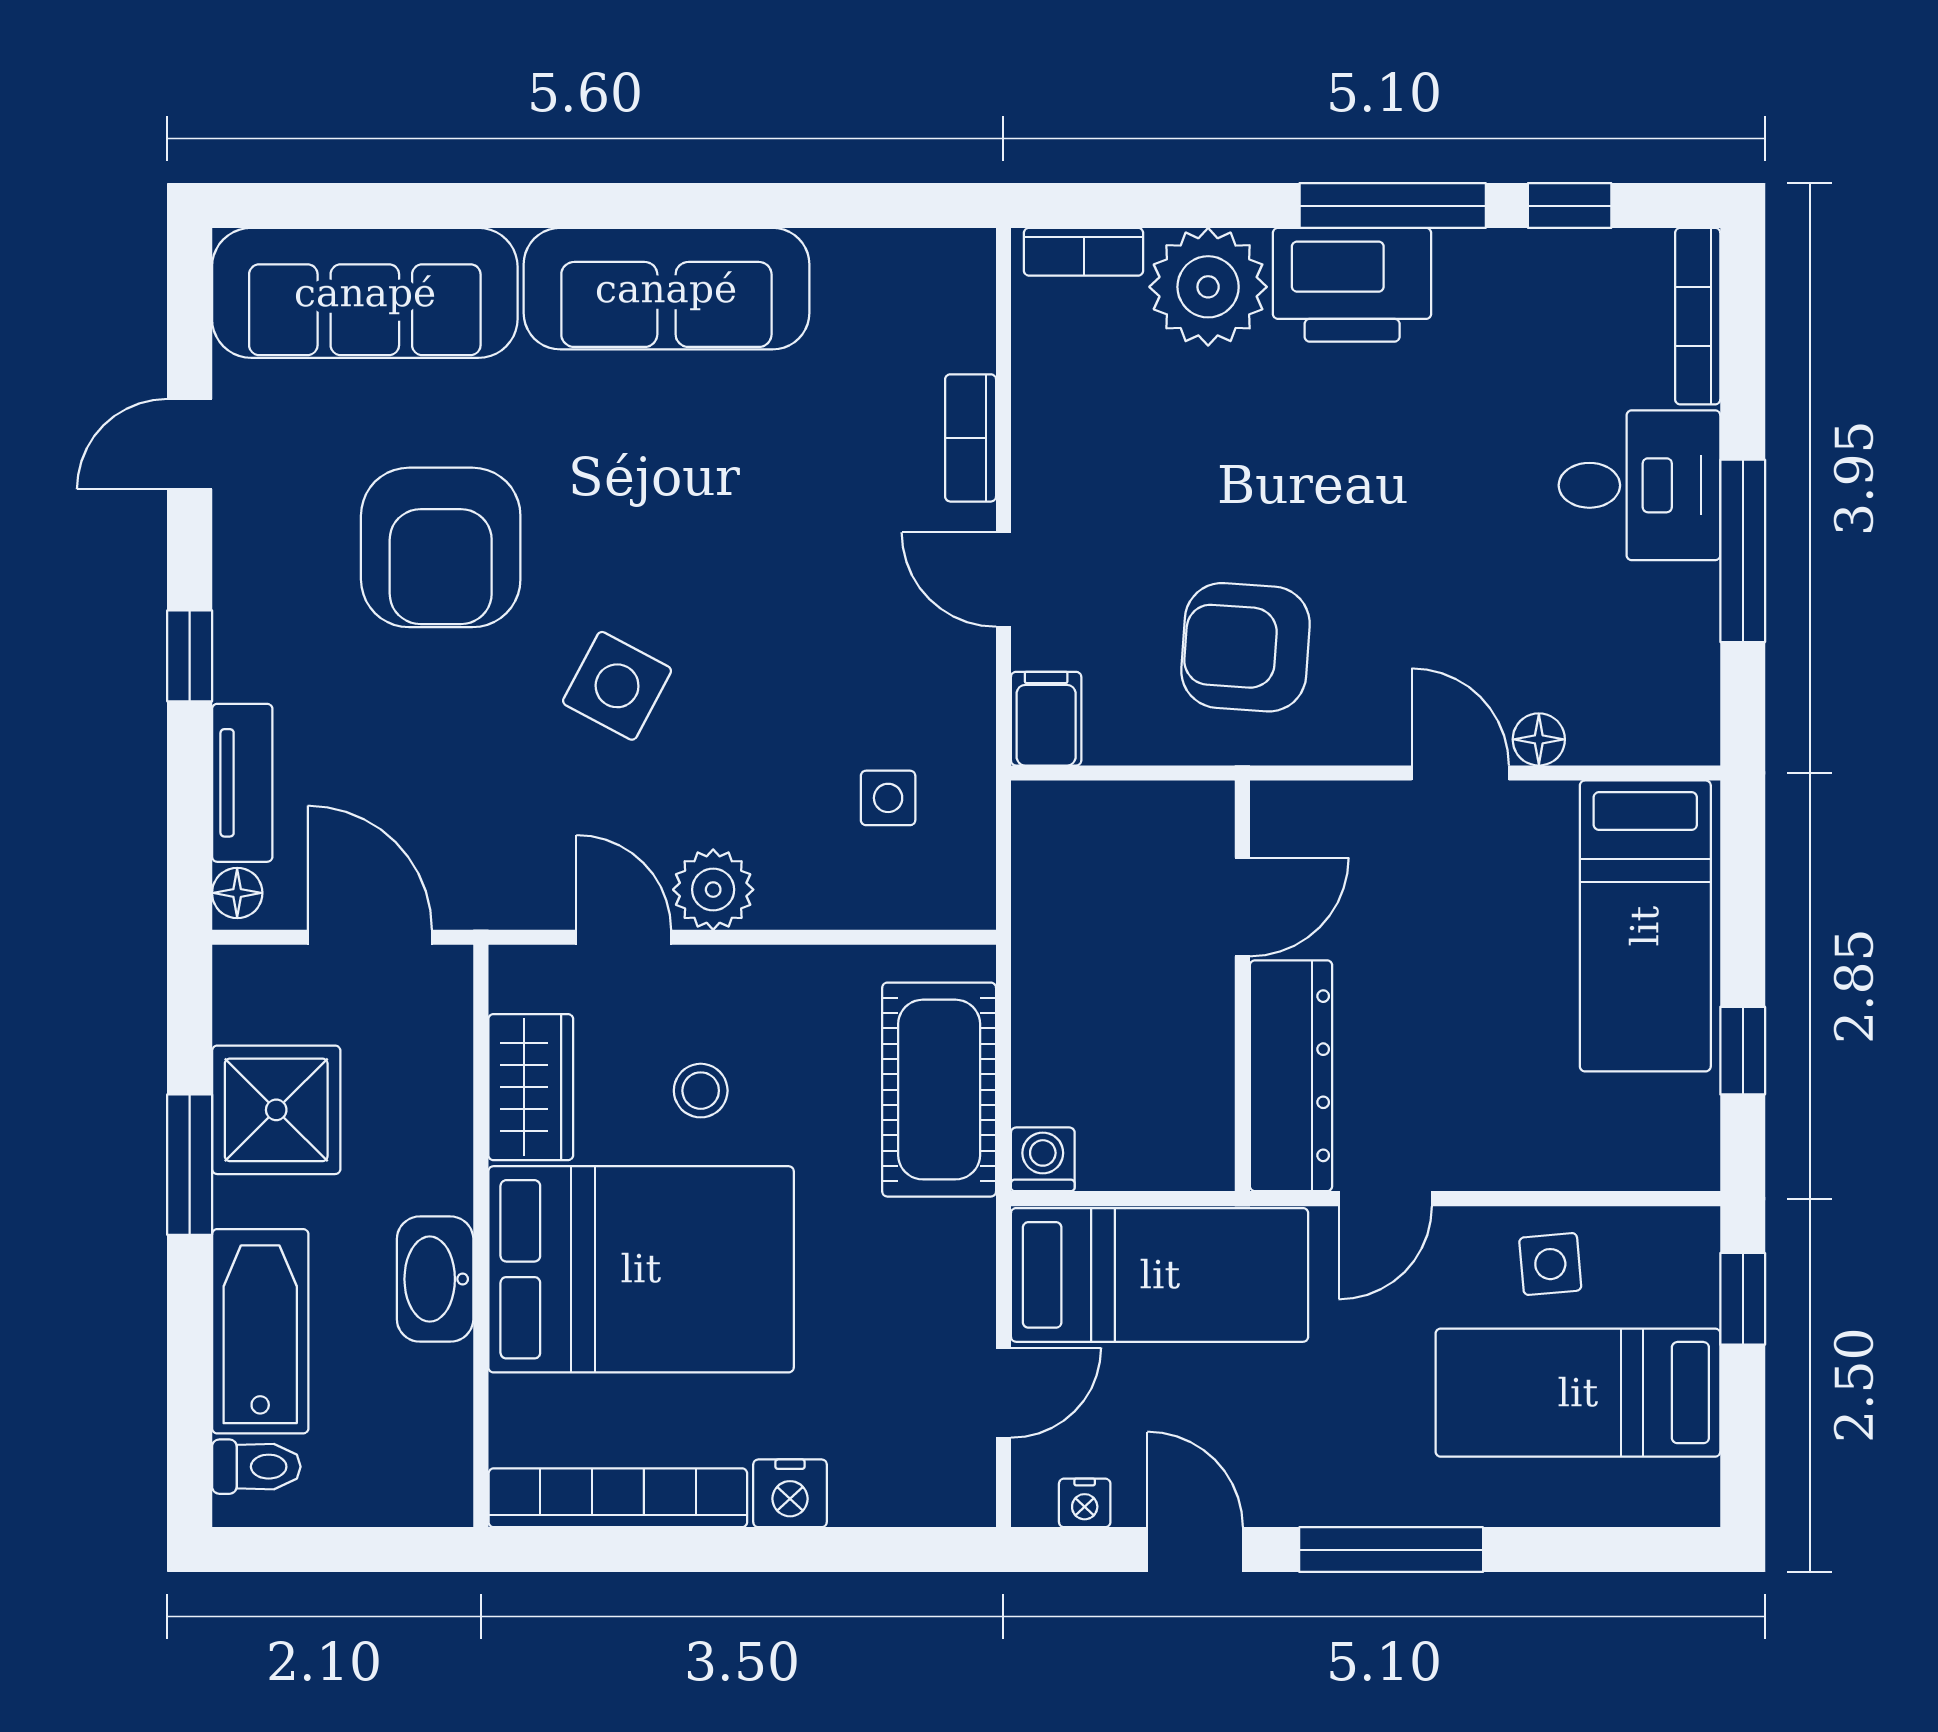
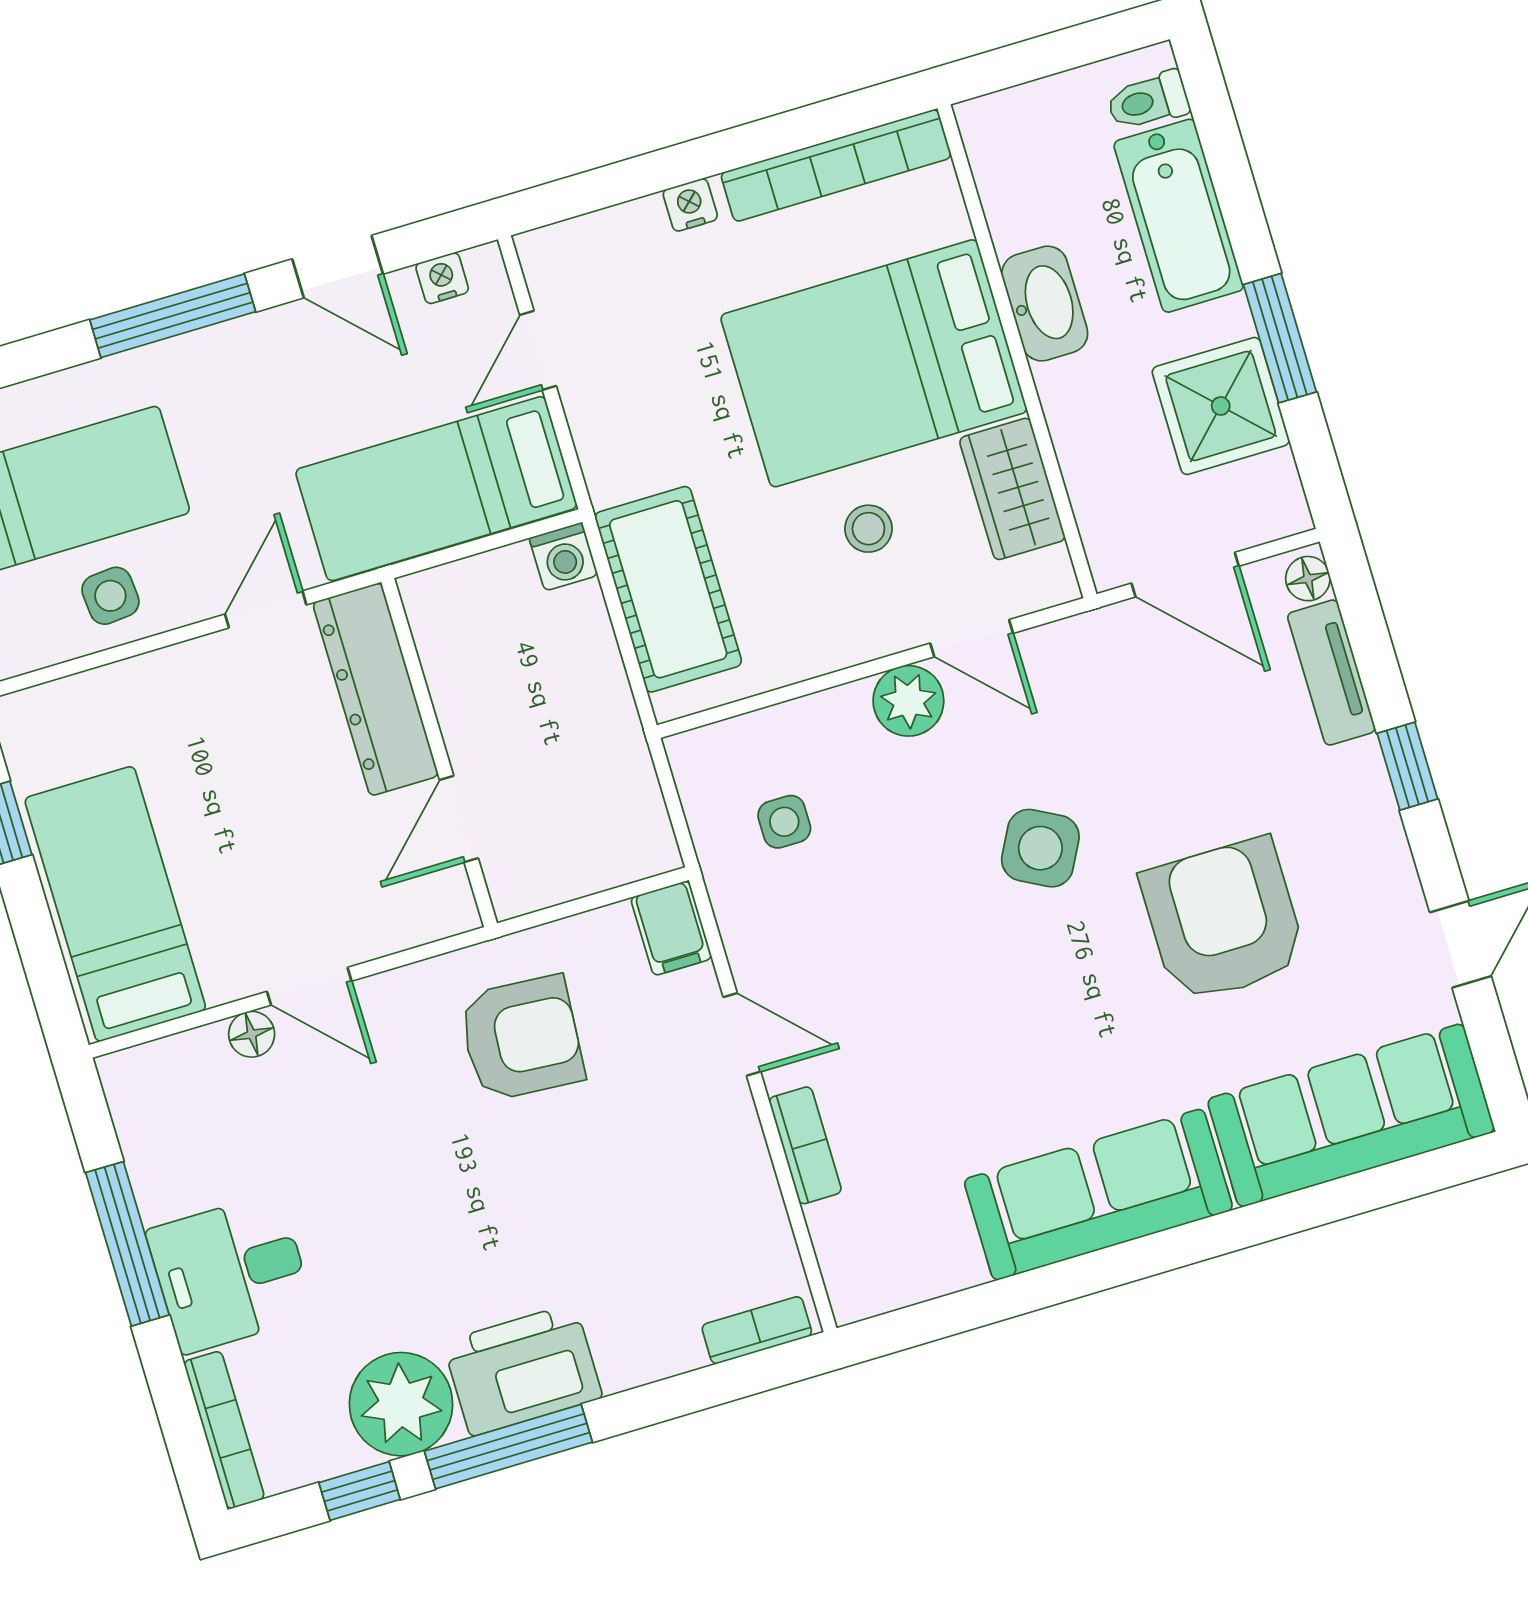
plant: (1208, 287) -> (401, 1404), moved
nightstand: (790, 1493) -> (690, 205), width x0.72, depth x0.74

